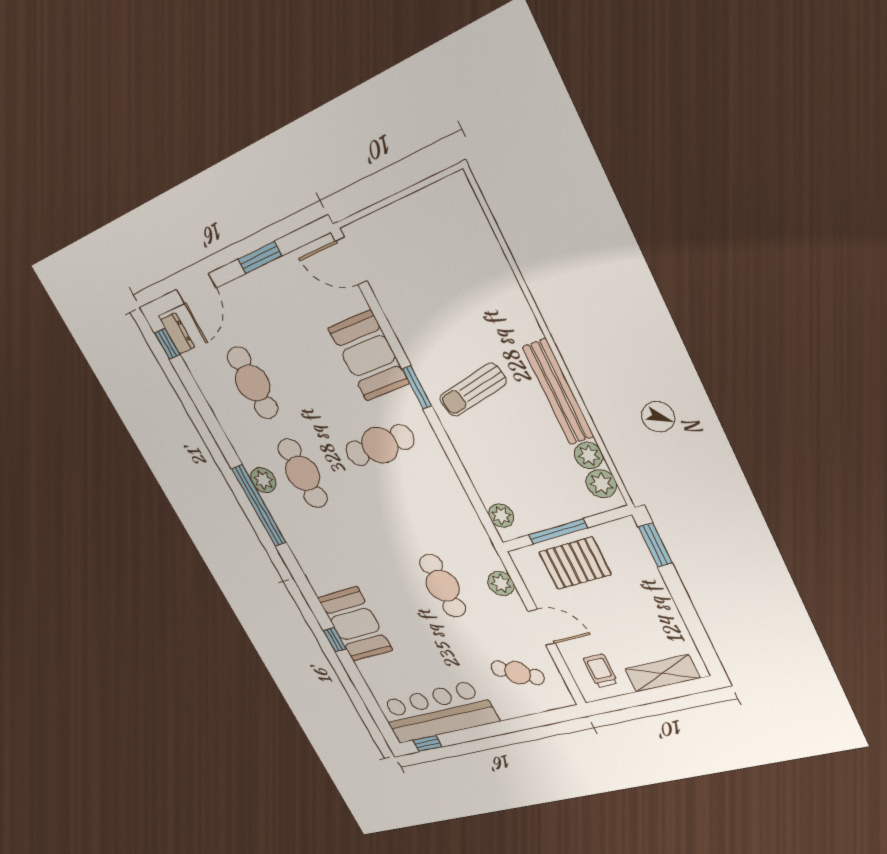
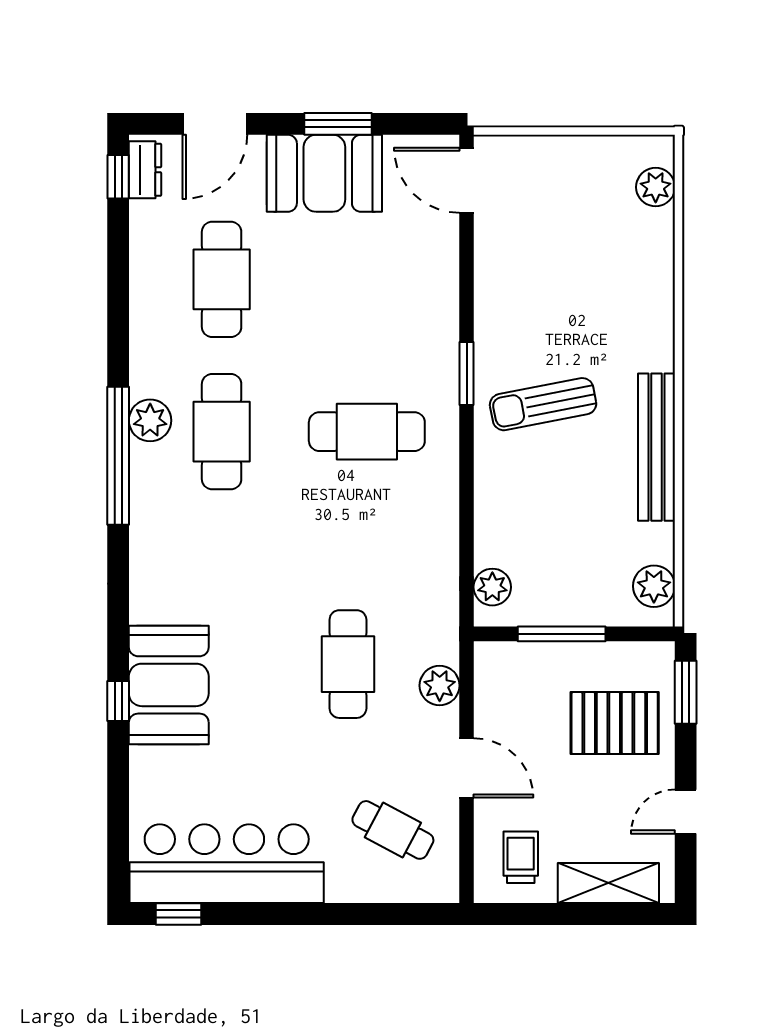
booth: (369, 356) -> (324, 173), moved, turned 90
plant: (589, 455) -> (656, 187), moved
pallet: (575, 563) -> (615, 723), moved
door: (691, 619) -> (686, 812), added

